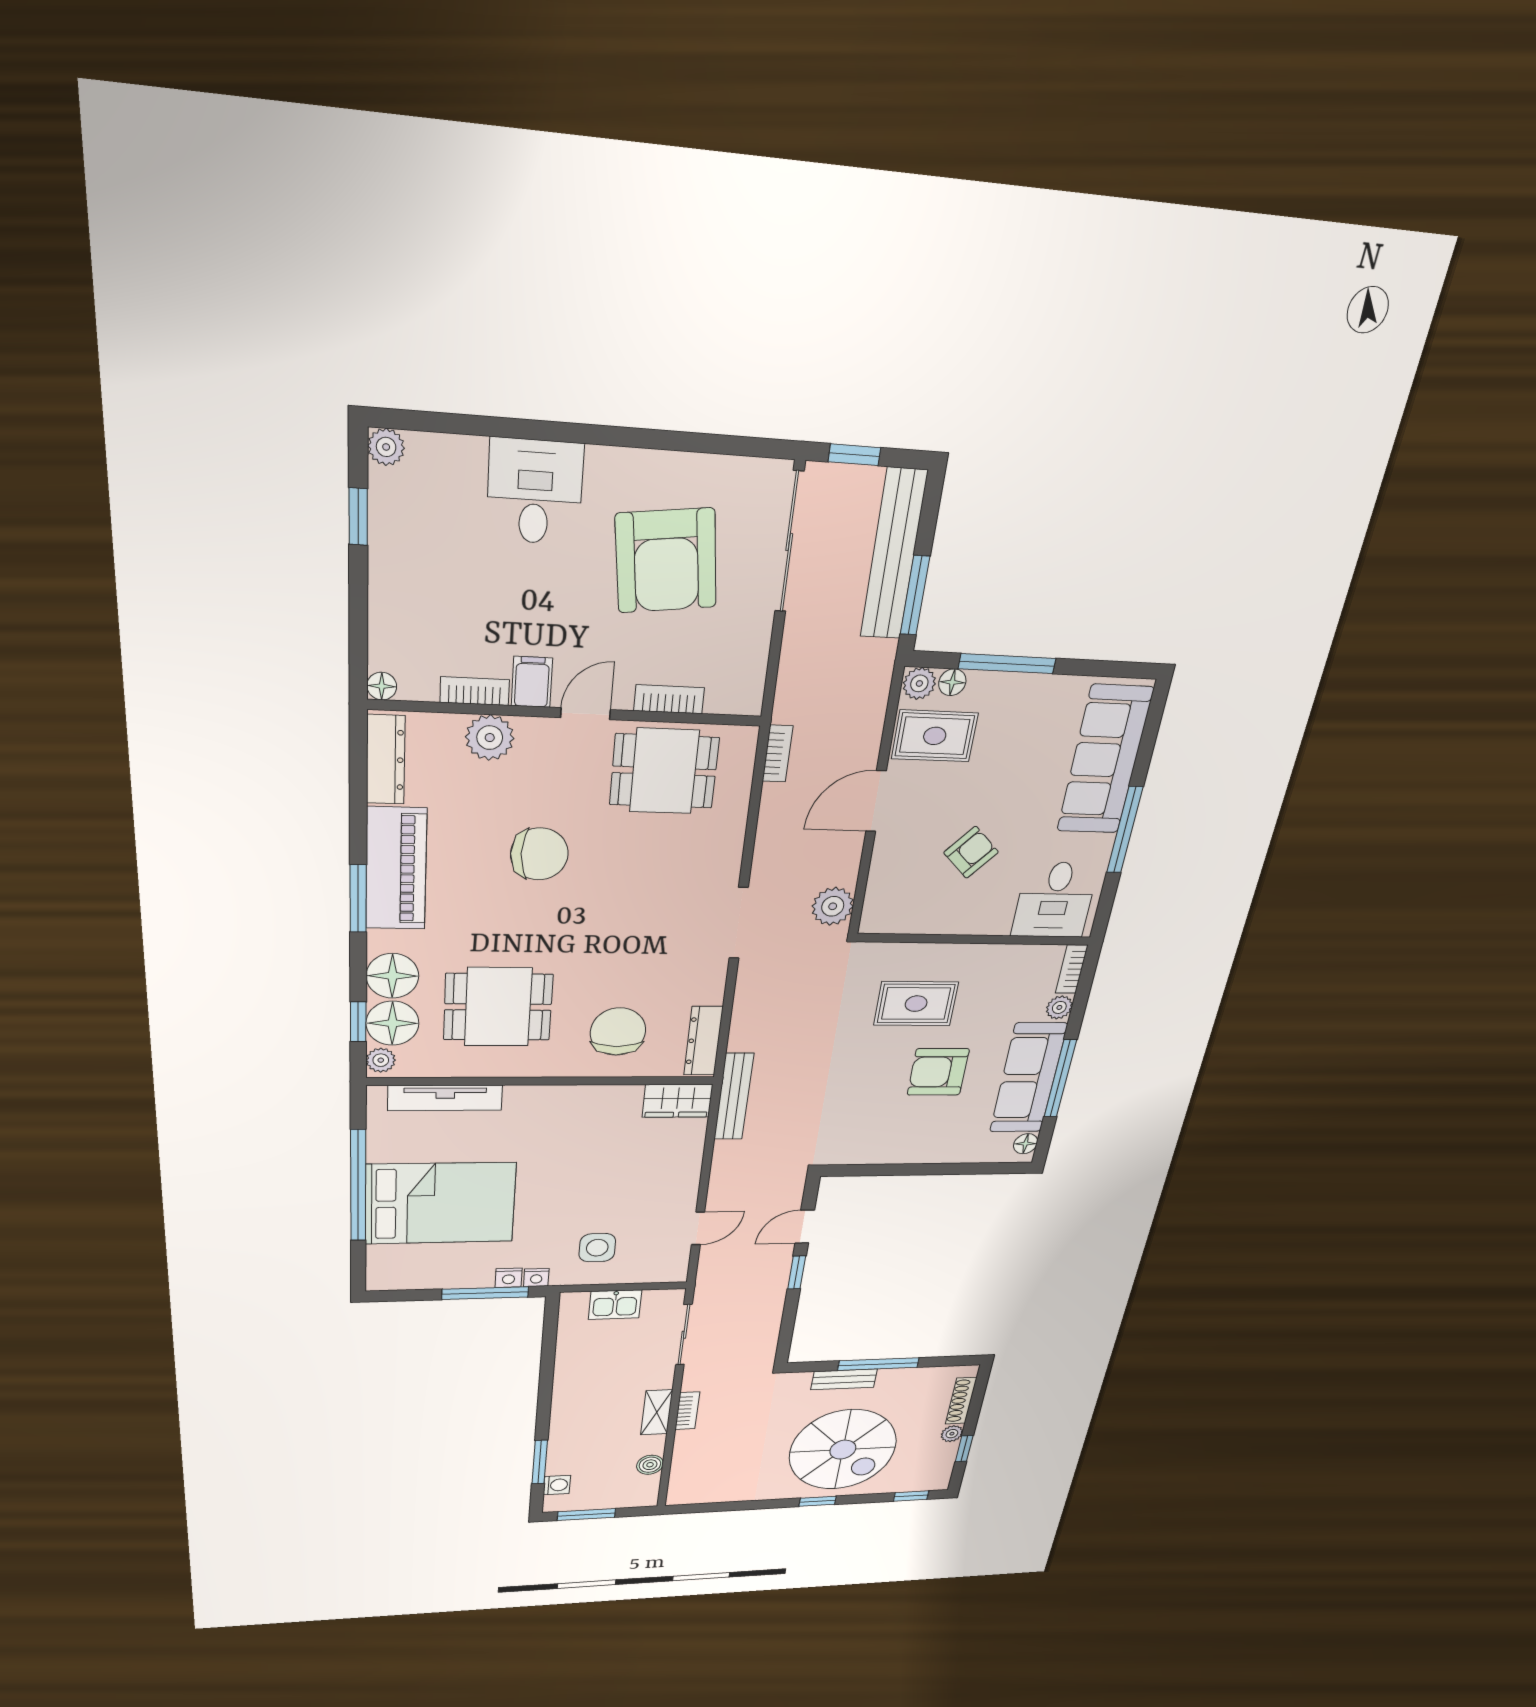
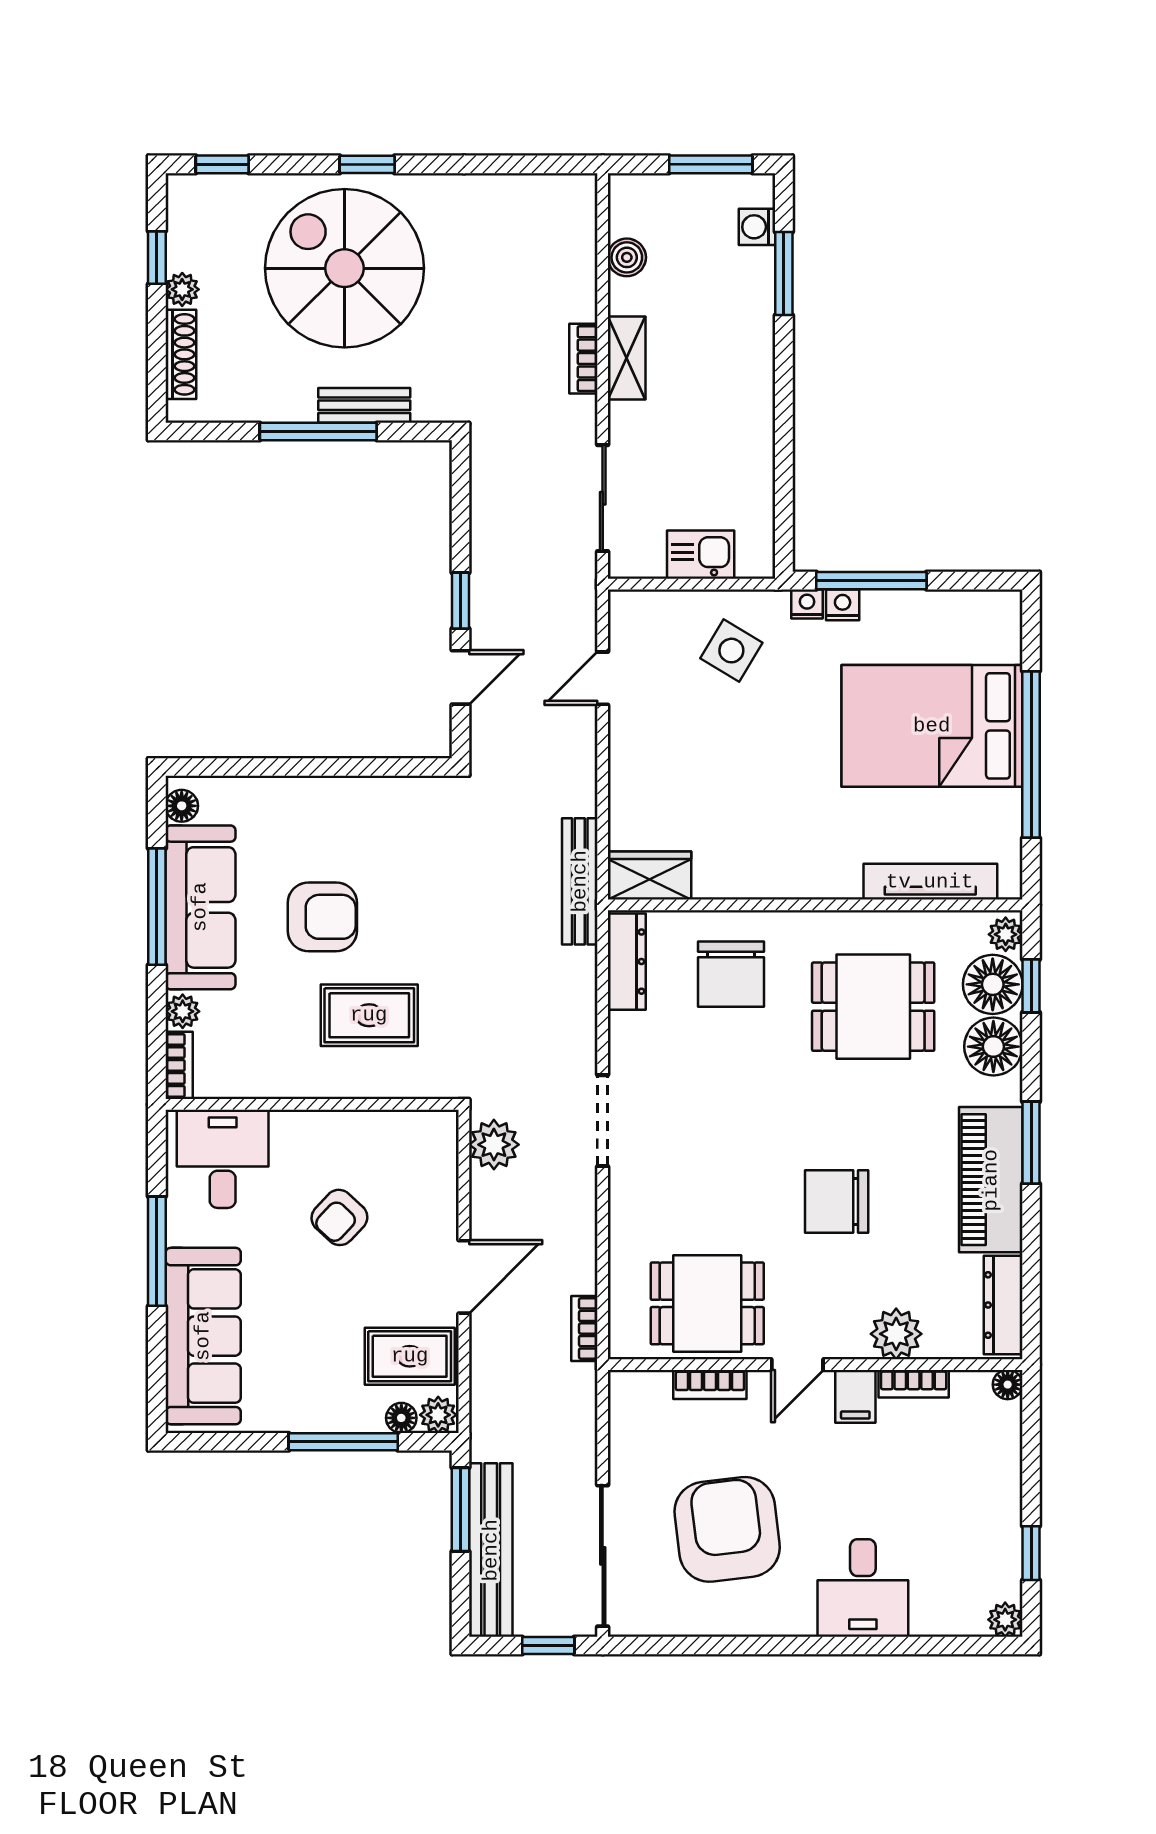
side table: (597, 1248) -> (731, 651), turned 31

